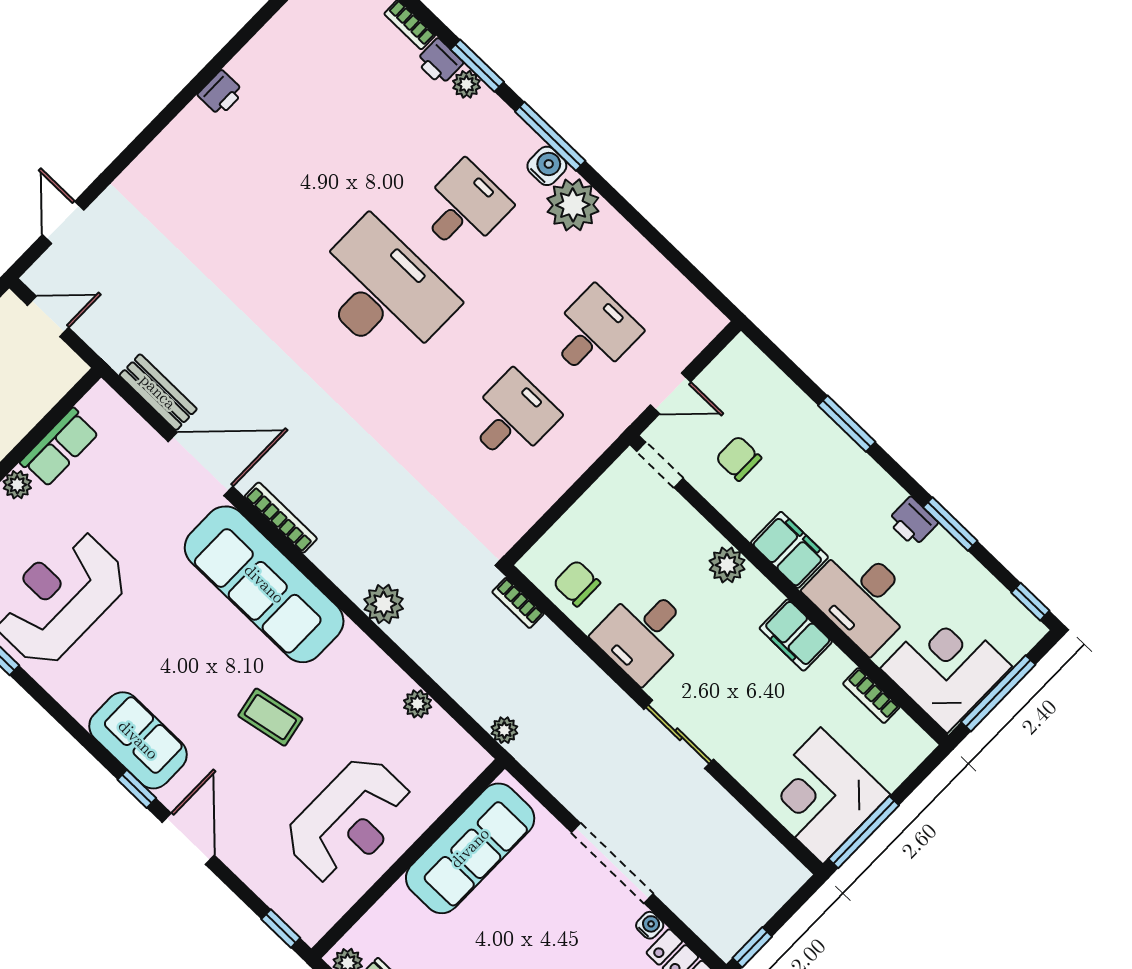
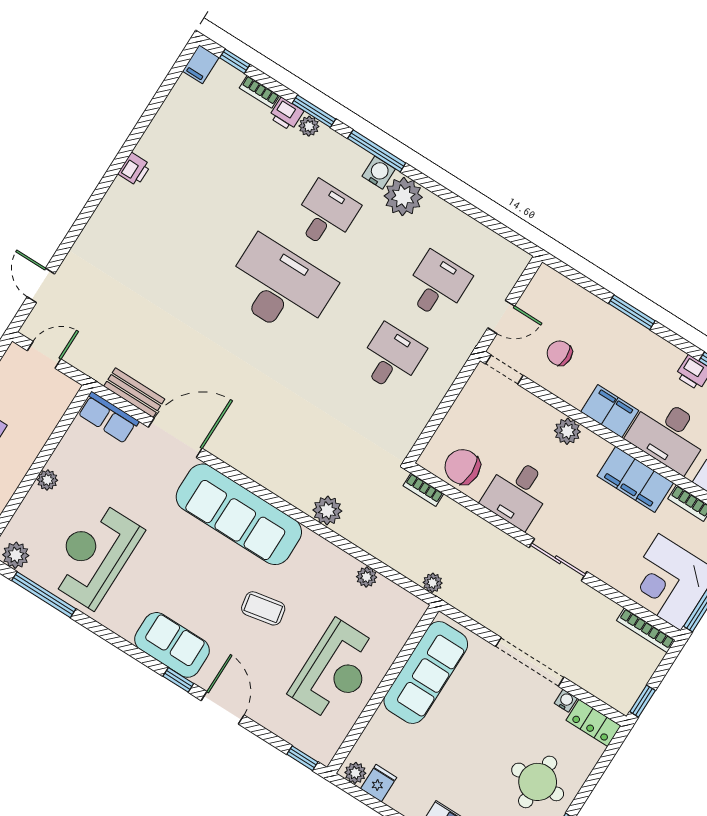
row of seats: (60, 447) -> (108, 418), moved, turned 90
bookcase: (281, 518) -> (646, 630), moved, turned 180
chair: (577, 583) -> (462, 467), width x1.37, depth x1.37
filing cabinet: (796, 635) -> (635, 479), width x1.50, depth x1.17

